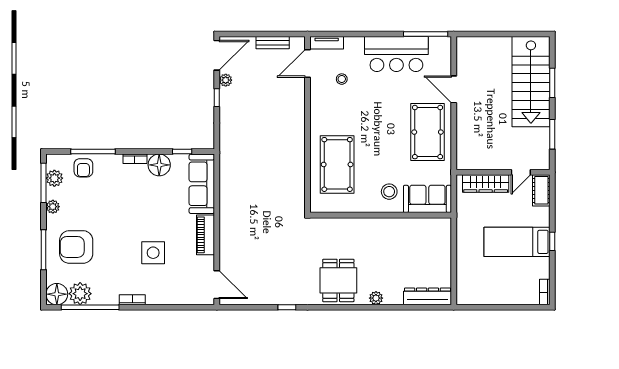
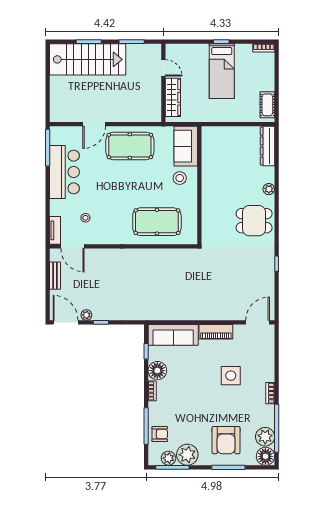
cot: (541, 190) -> (267, 105), moved, turned 90
plant: (53, 207) -> (187, 455), width x1.88, depth x1.88

